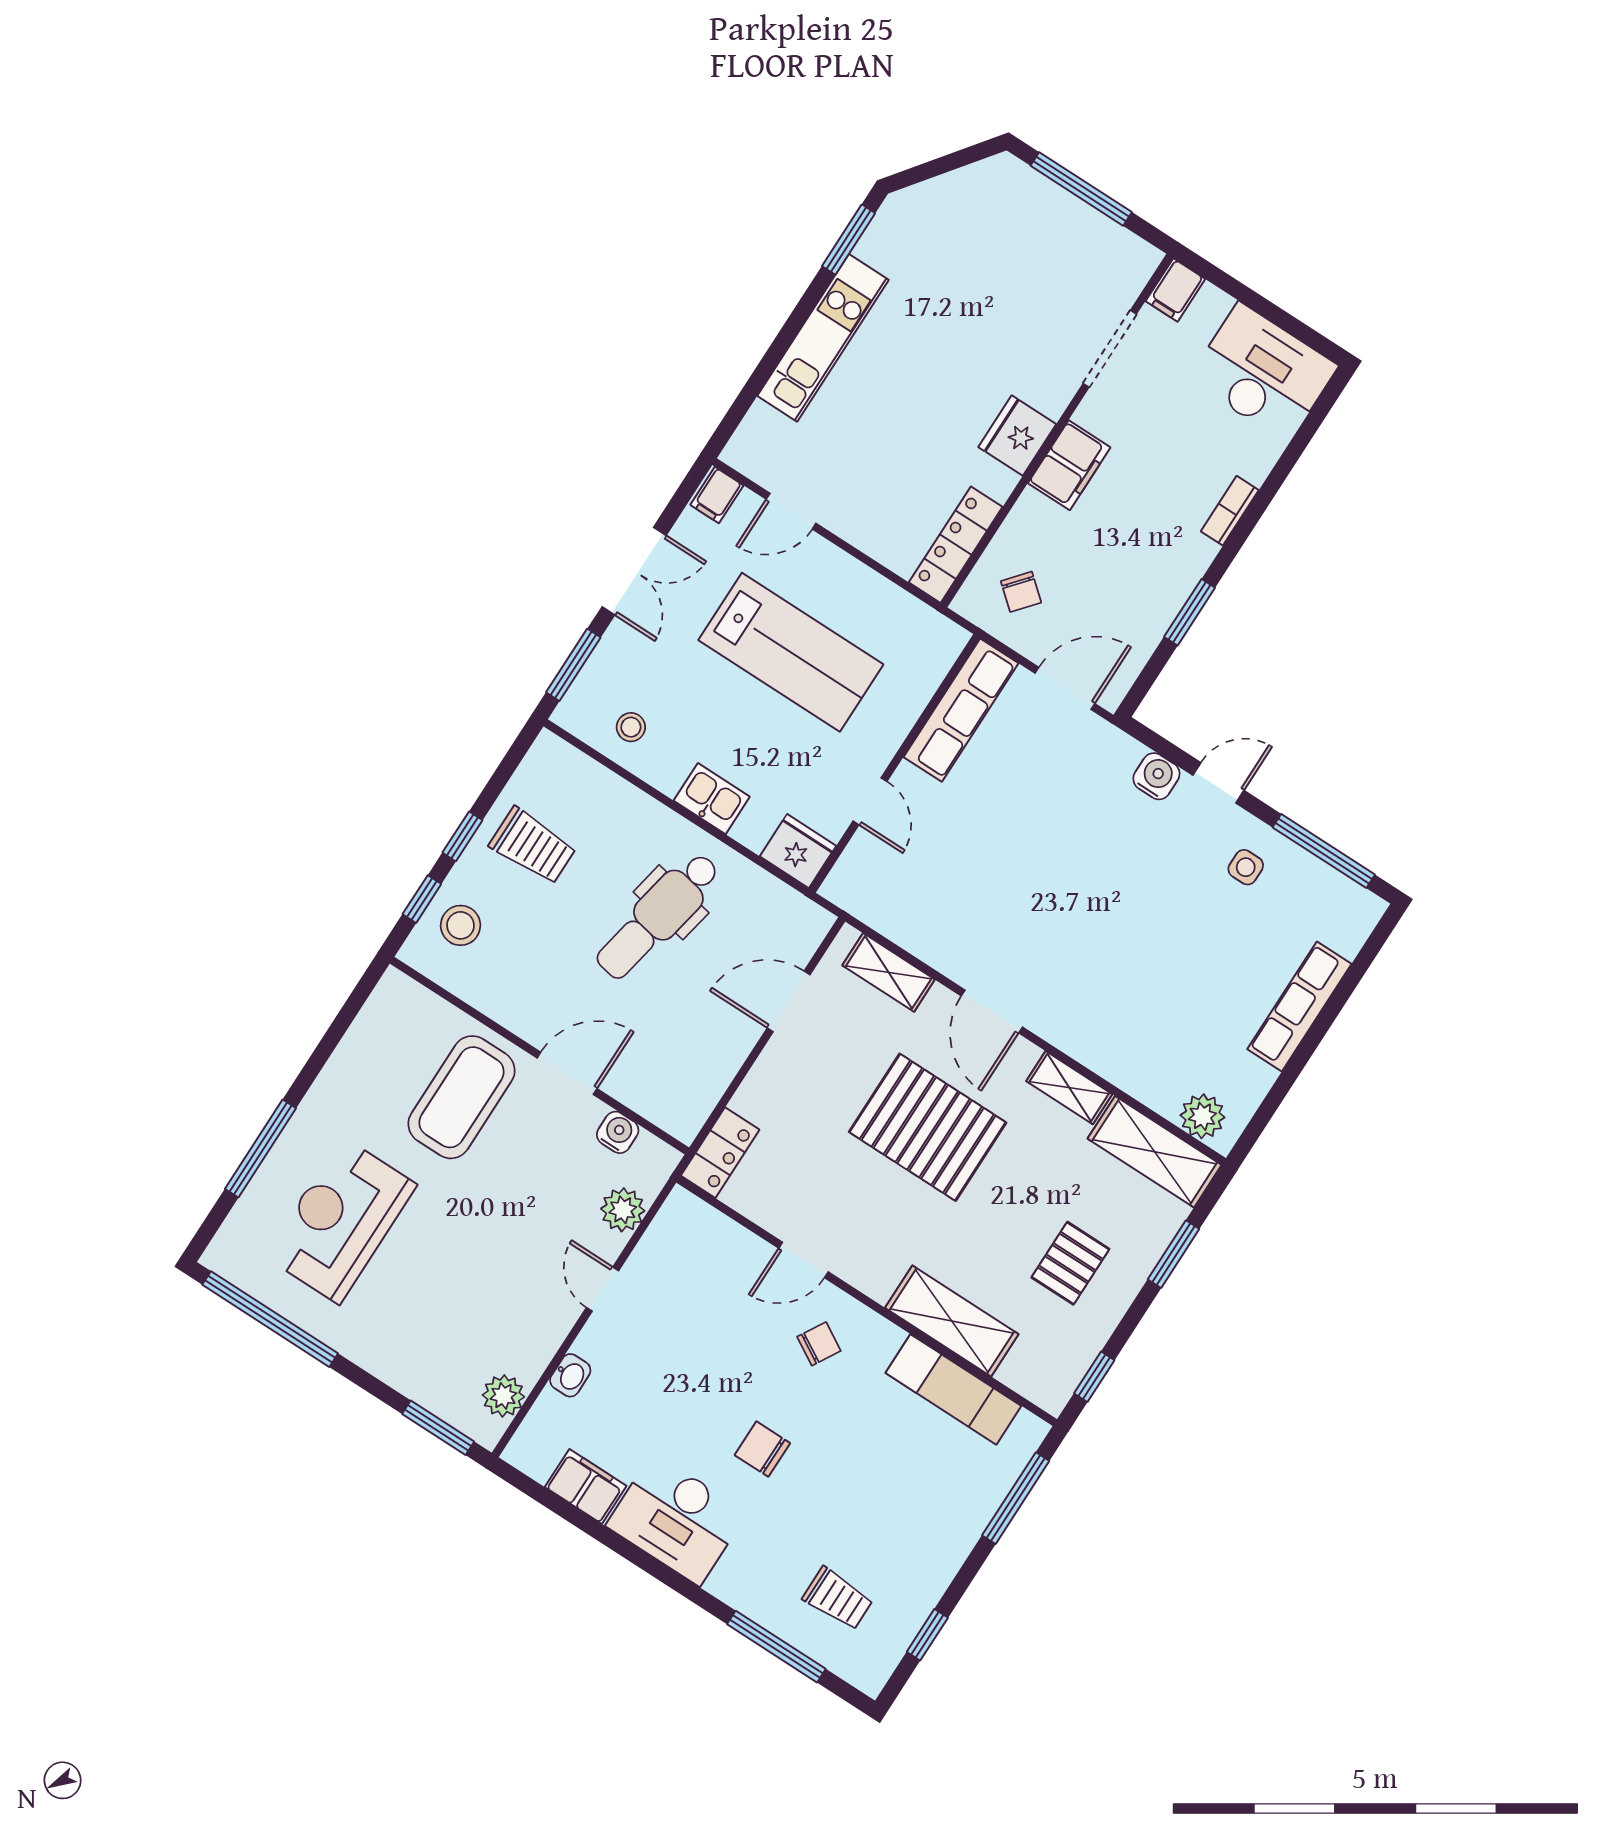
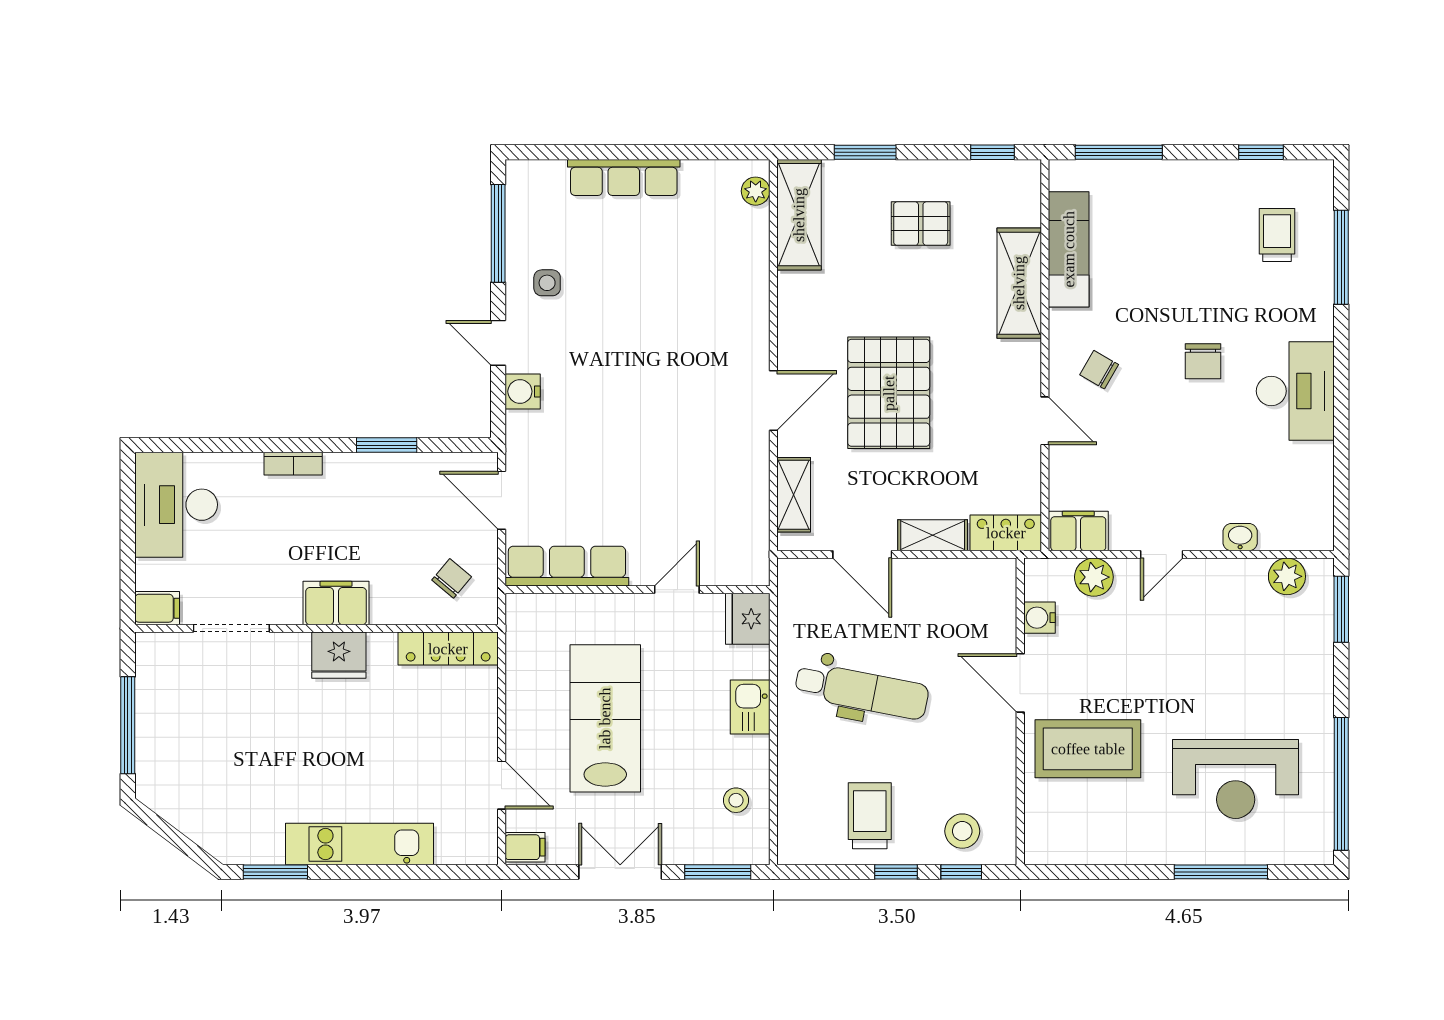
shelving: (1069, 1088) -> (933, 535), moved, turned 90
plant: (1202, 1116) -> (756, 191), width x0.73, depth x0.73
filing cabinet: (586, 1486) -> (1078, 531), moved, turned 90

